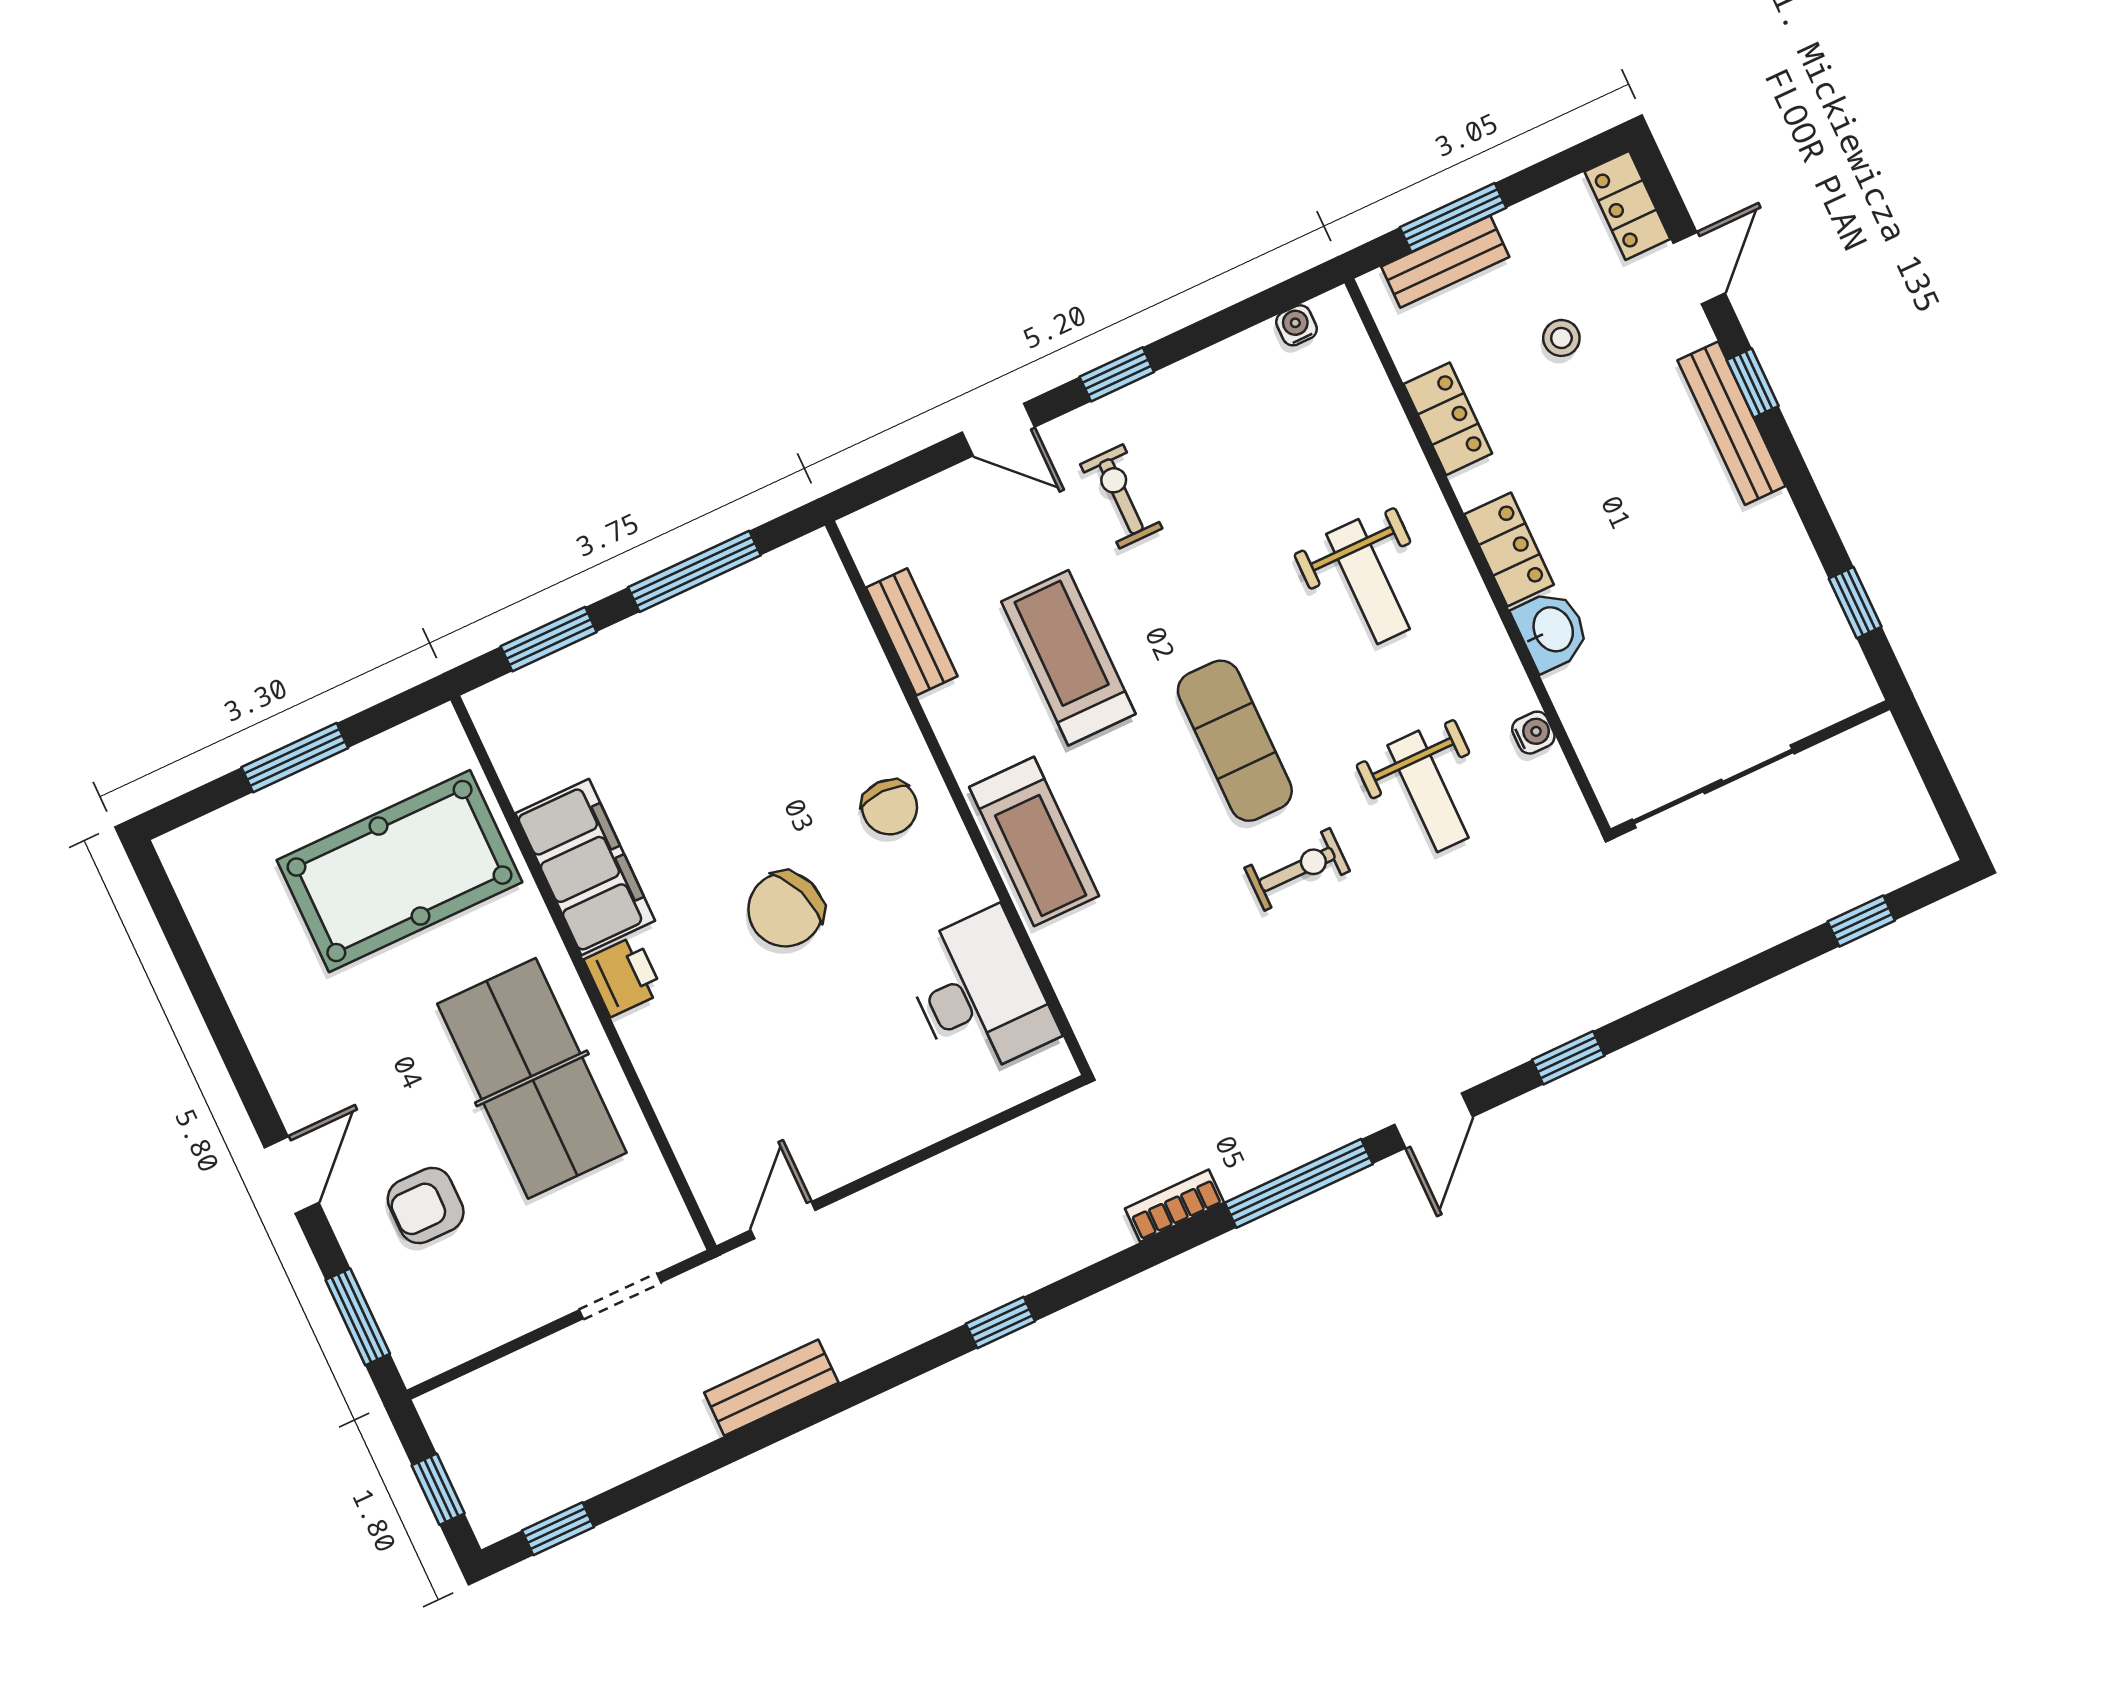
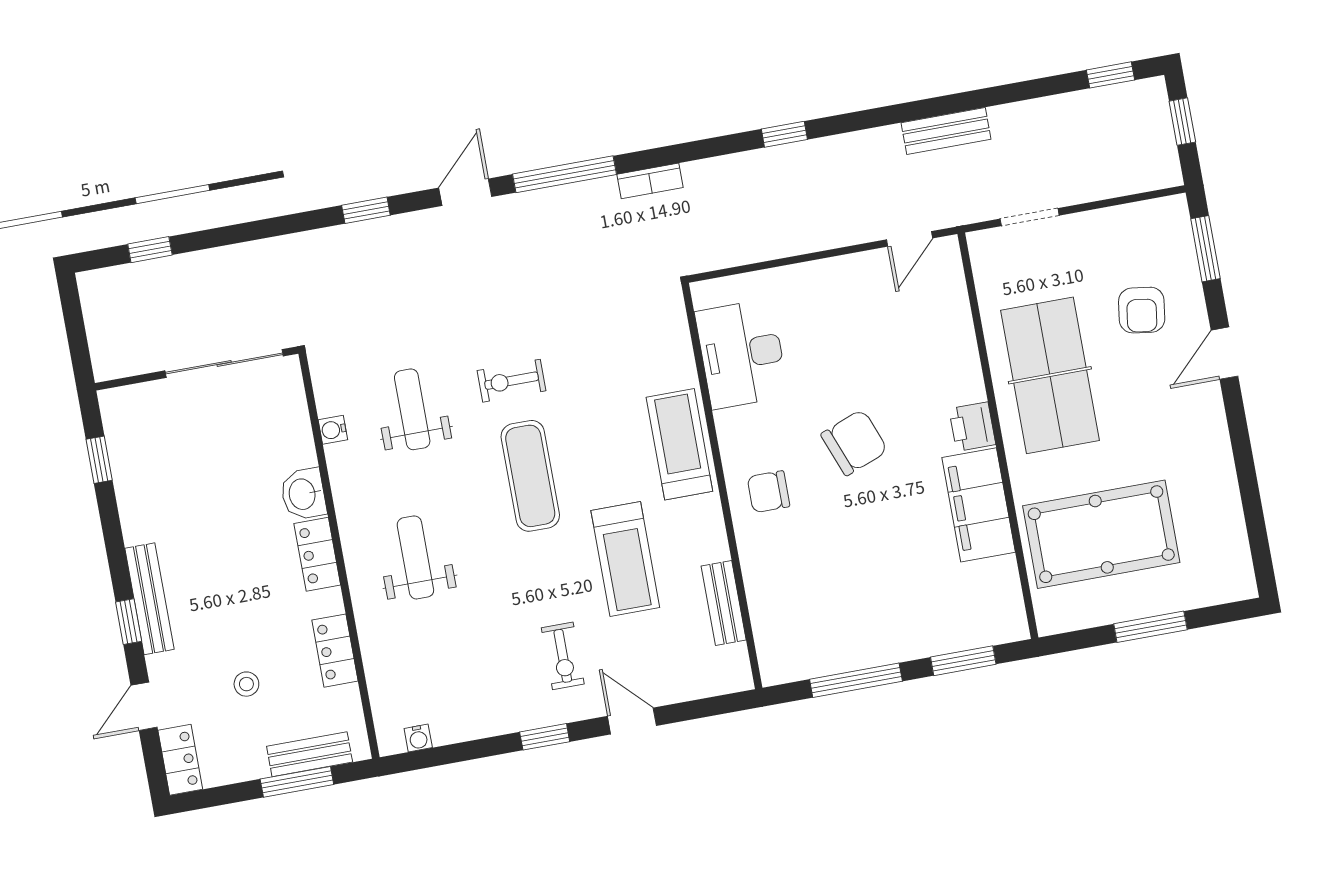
chair: (890, 807) -> (768, 492), turned -90
armchair: (426, 1205) -> (1142, 310), turned 98

